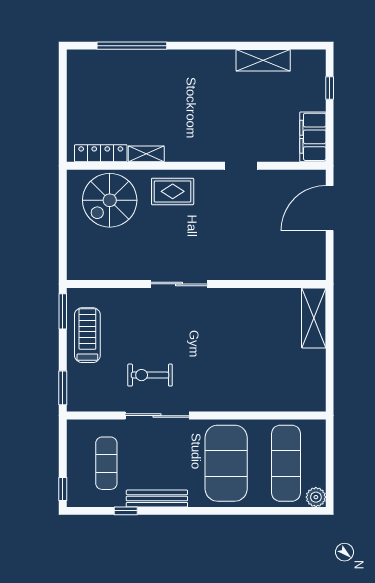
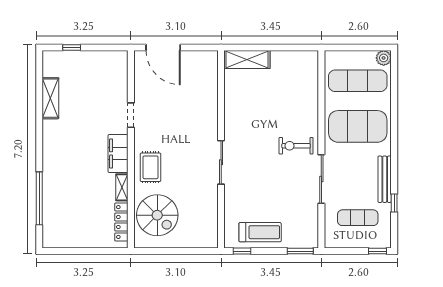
filing cabinet: (313, 137) -> (118, 153), moved, turned 90
window: (63, 311) -> (242, 251), width x0.67
treadmill: (87, 335) -> (260, 232), turned 180
exercise bike: (150, 375) -> (296, 146), moved, turned 90

